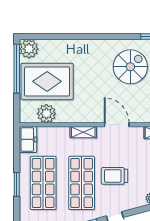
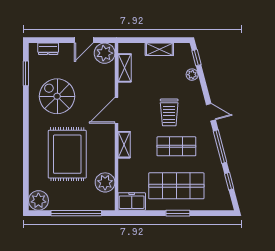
window: (17, 69) -> (76, 213), moved
rug: (47, 81) -> (67, 154), moved
shop shelf: (82, 183) -> (176, 146), width x0.70, depth x0.74

